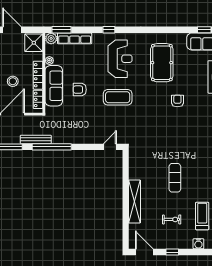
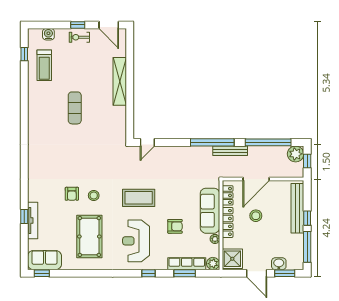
window: (61, 30) -> (185, 273), moved
armchair: (80, 90) -> (175, 226), moved
stool: (158, 99) -> (94, 196), added
exercise bike: (172, 219) -> (79, 37), moved

